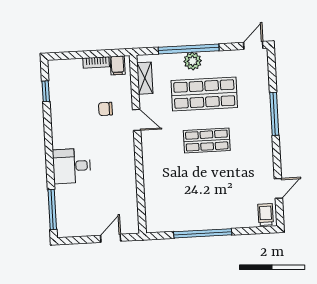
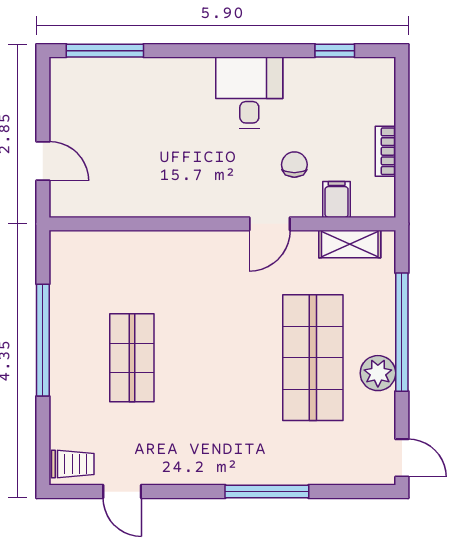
plant: (193, 61) -> (378, 373), moved
filing cabinet: (118, 65) -> (337, 199), moved, turned 90
shop shelf: (207, 141) -> (132, 358), moved
desk: (72, 166) -> (249, 93), moved

